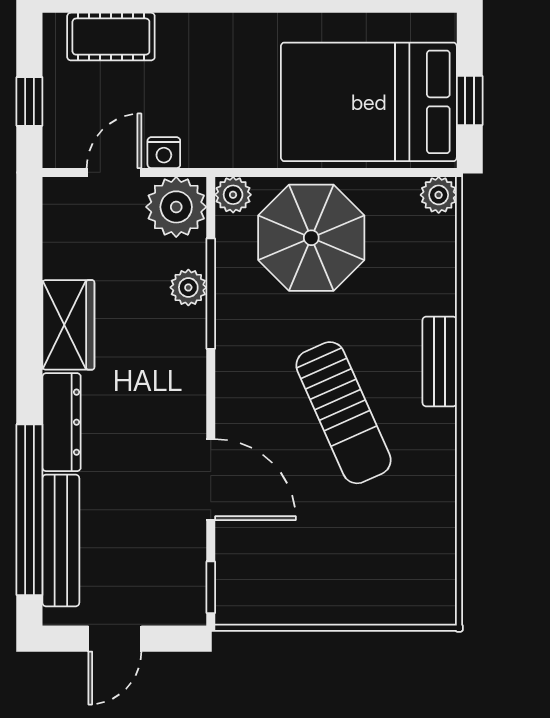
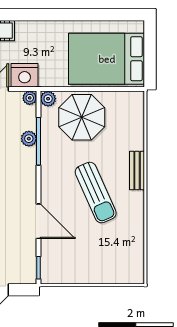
window: (470, 101) -> (150, 58), removed
nightstand: (164, 153) -> (25, 75), width x1.89, depth x1.79
plant: (439, 195) -> (137, 99), removed
plant: (176, 207) -> (30, 98), width x0.53, depth x0.53

